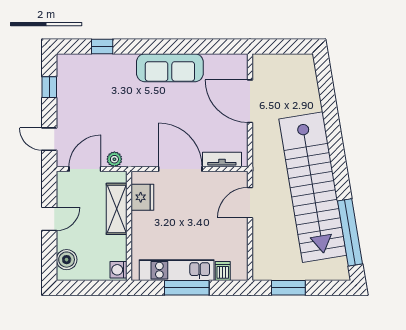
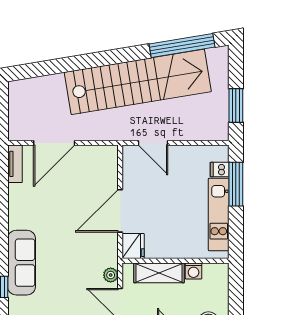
sofa: (170, 68) -> (22, 263), moved
tv unit: (222, 159) -> (15, 164), moved, turned 180
fridge: (142, 197) -> (133, 246), moved, turned 90
washing machine: (119, 270) -> (194, 271), moved
window: (187, 288) -> (236, 184), moved

